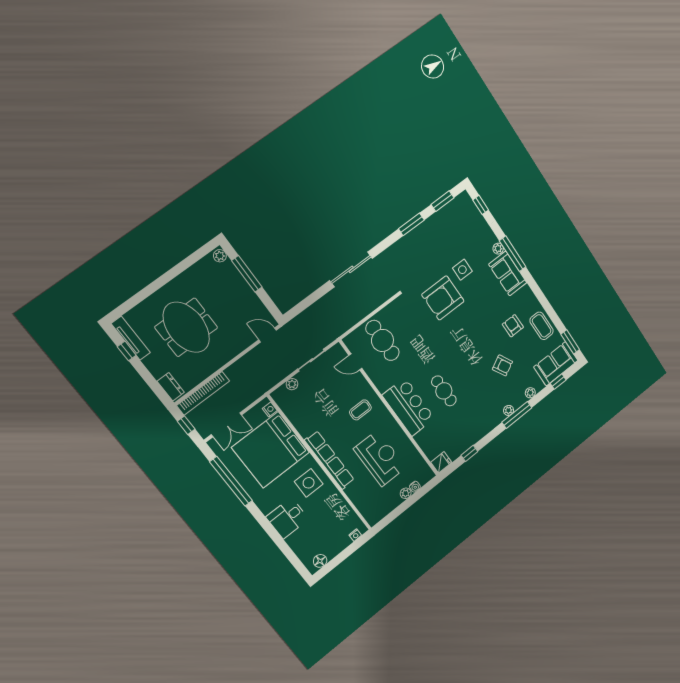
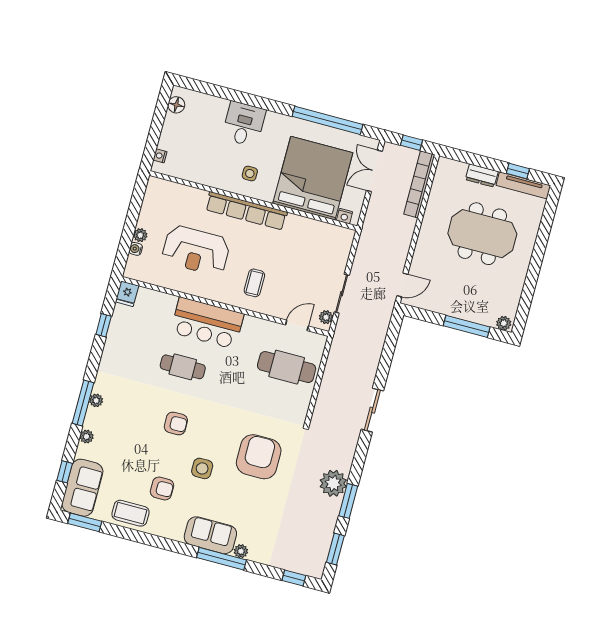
plant: (412, 243) -> (333, 483), added
sliding door: (351, 269) -> (372, 410), width x0.73
side table: (462, 270) -> (202, 468), moved
armchair: (502, 365) -> (176, 423), moved, turned -153
plant: (292, 384) -> (326, 317), moved
dresser: (171, 387) -> (482, 176), moved
side table: (309, 483) -> (250, 173), width x0.54, depth x0.54

